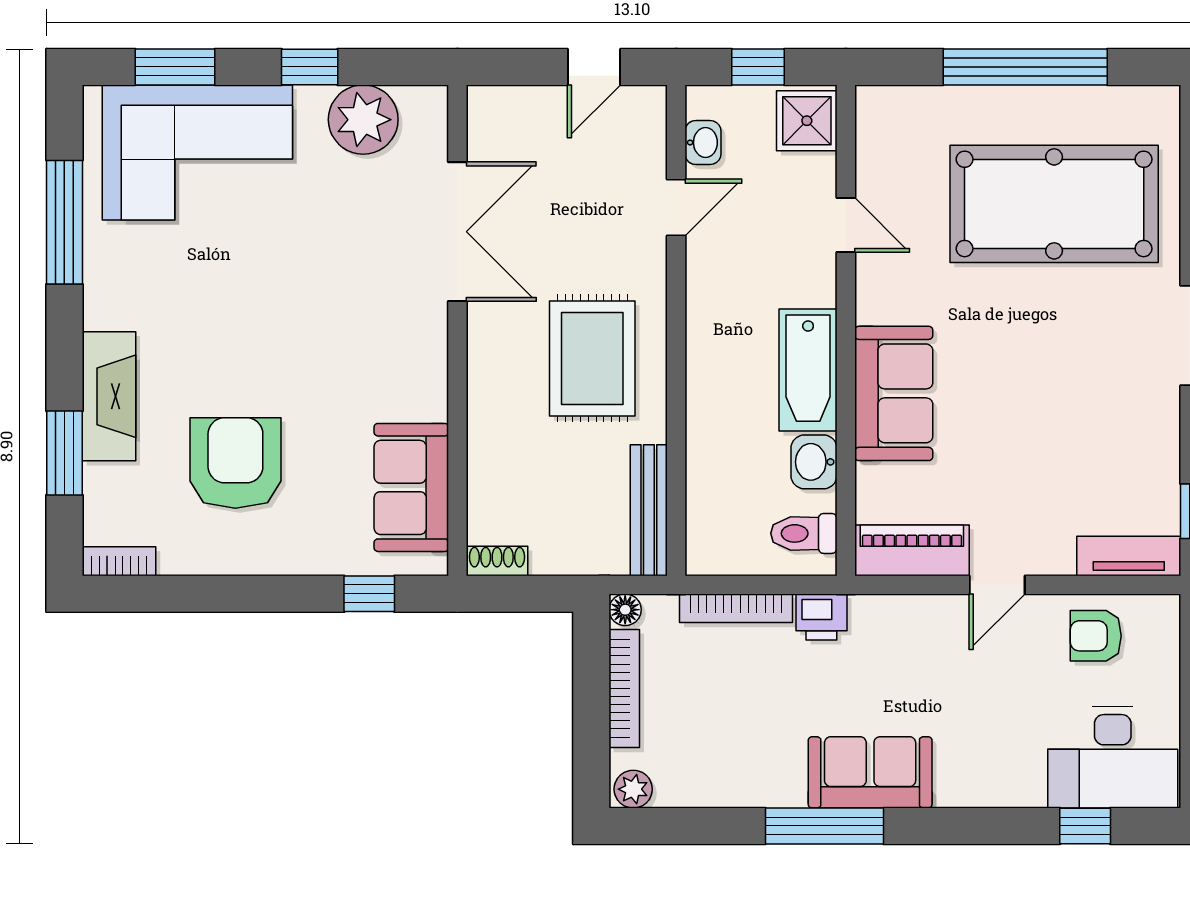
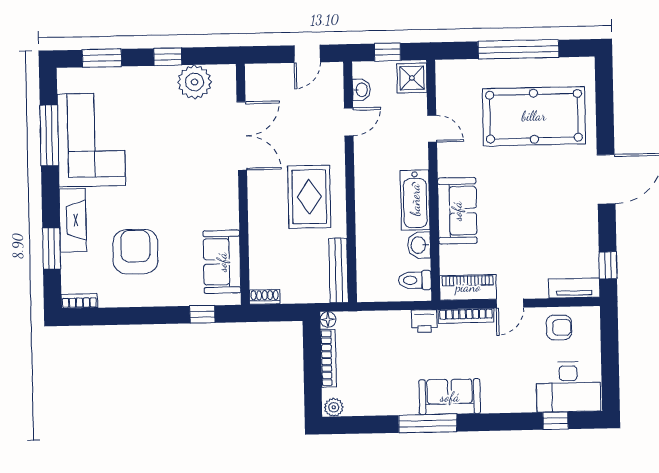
corner sofa: (197, 152) -> (91, 140), moved, turned -90
bookcase: (736, 608) -> (466, 316), moved
armchair: (1096, 636) -> (559, 327), turned 180

